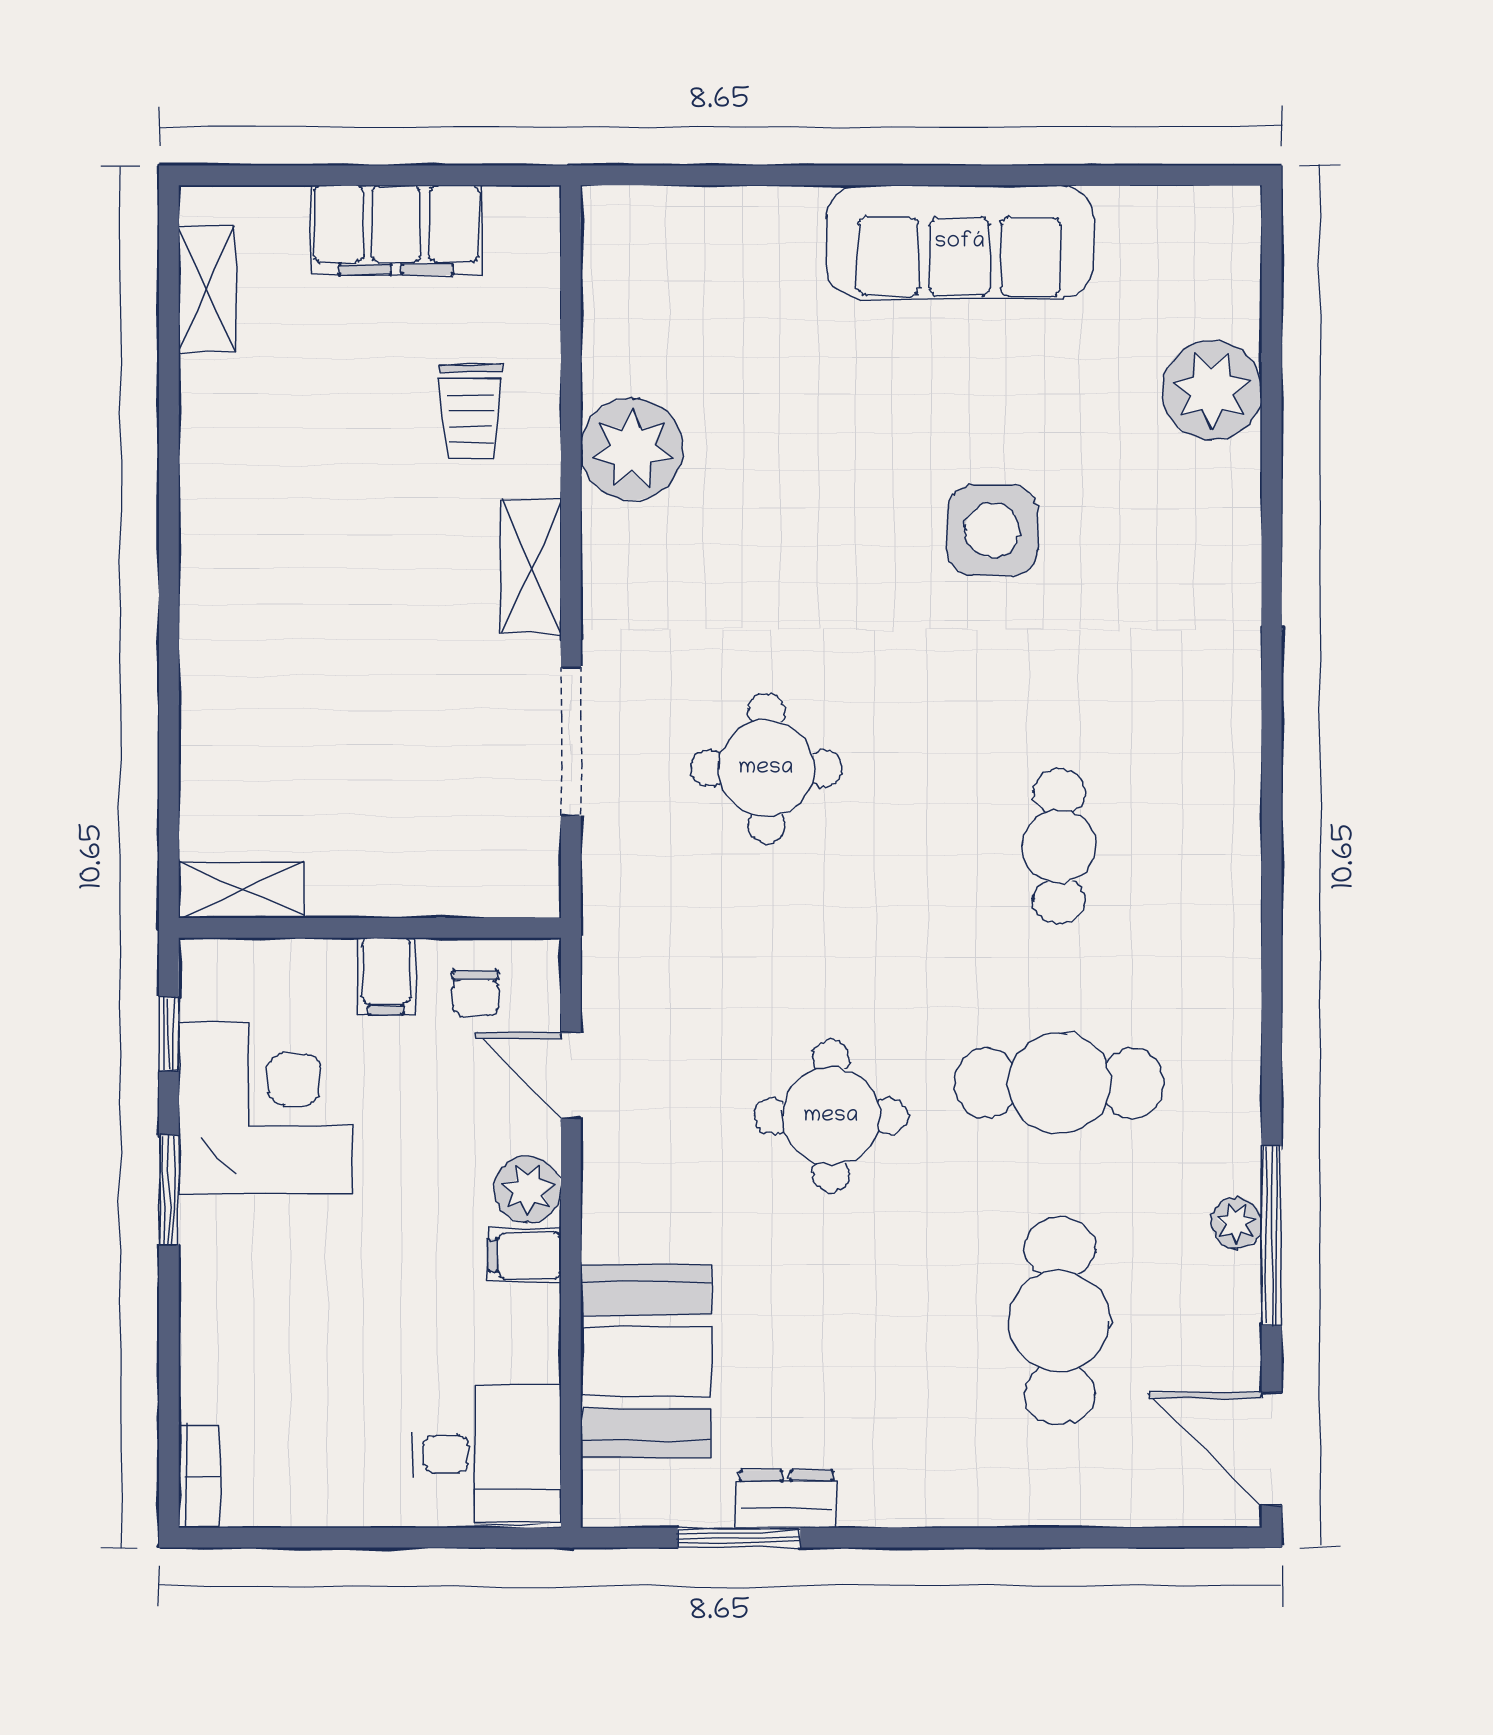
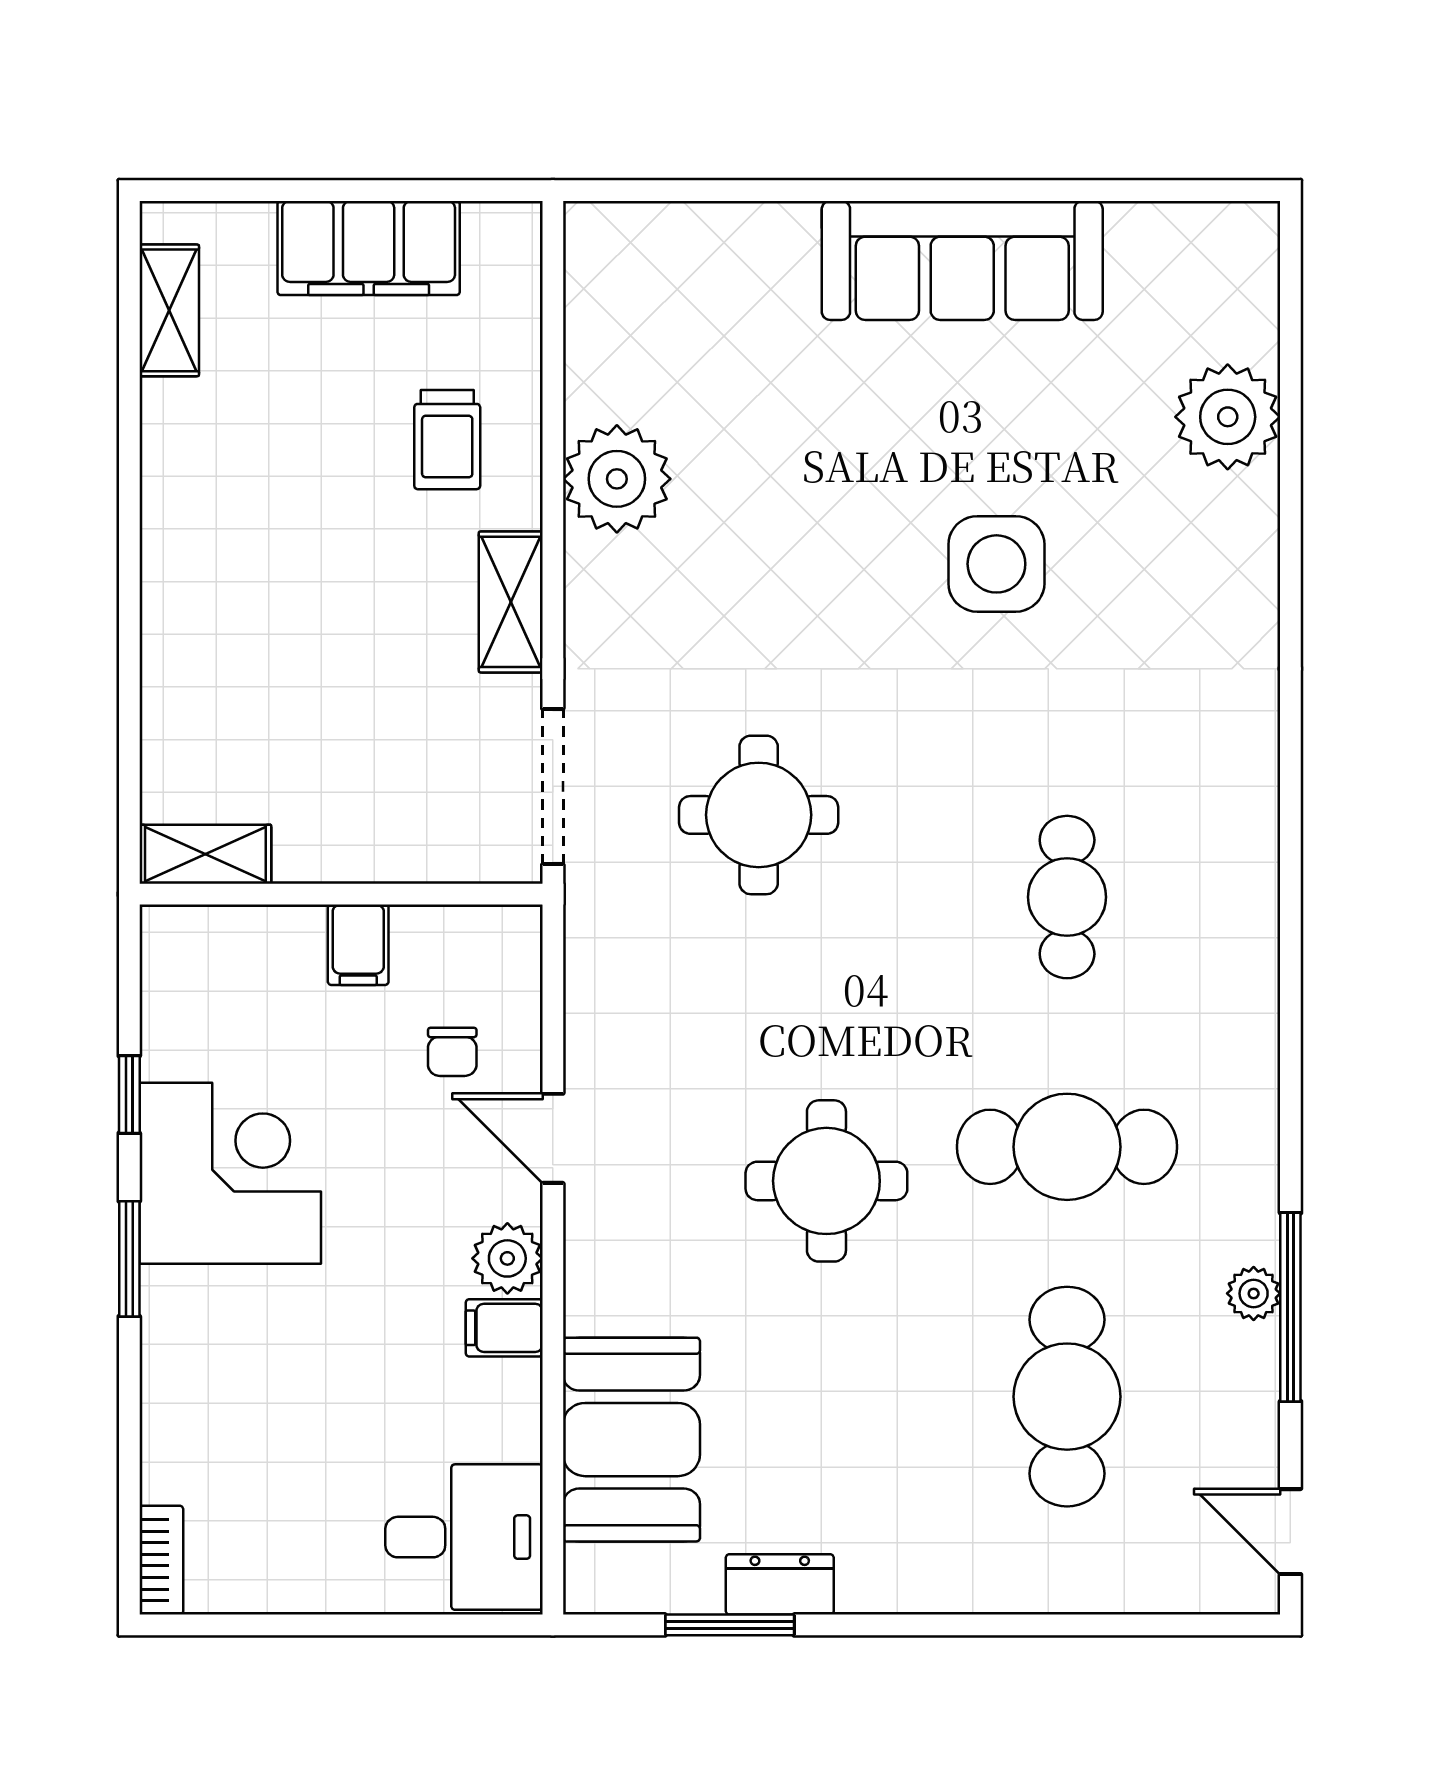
shelving: (241, 890) -> (205, 854), moved
wall: (370, 928) -> (341, 894), moved
filing cabinet: (386, 976) -> (358, 945), moved
door: (1272, 1449) -> (1290, 1532), width x0.73

